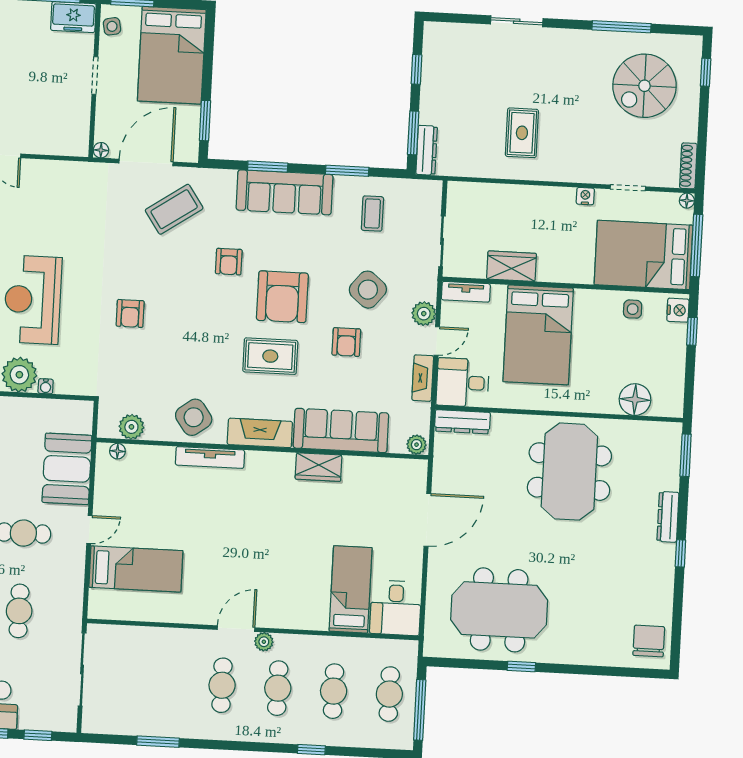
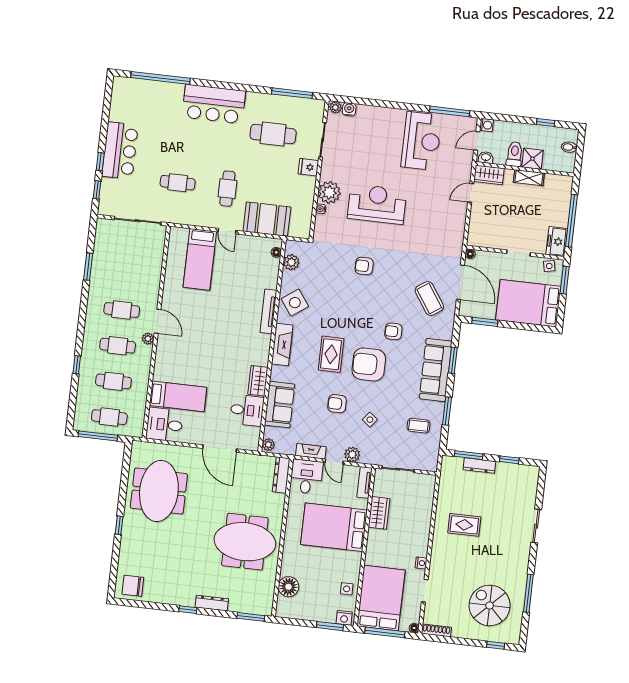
dresser: (427, 150) -> (479, 466), moved
side table: (368, 290) -> (370, 420), width x0.54, depth x0.54
window: (692, 331) -> (330, 626), width x1.50
sofa: (341, 430) -> (280, 405), width x0.73
desk: (365, 481) -> (247, 410), added
chair: (649, 641) -> (133, 586), turned 180
window: (521, 667) -> (119, 525), moved

